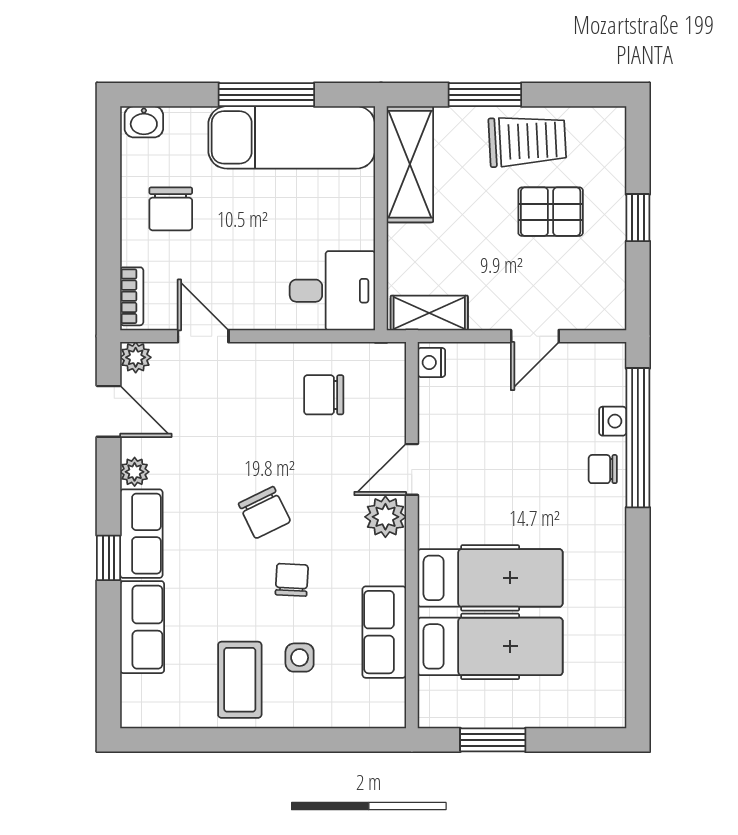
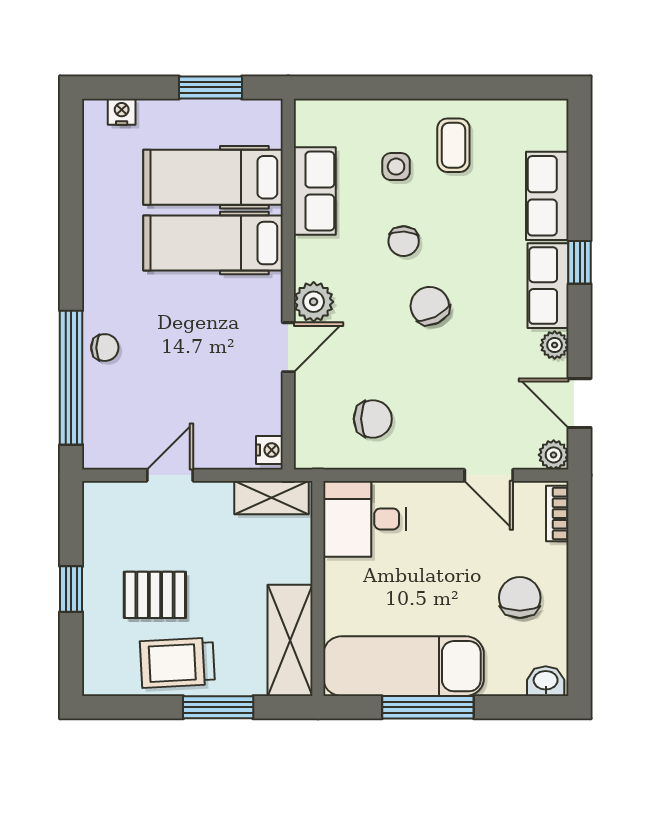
nightstand: (613, 421) -> (122, 112), moved, turned 90
coffee table: (240, 680) -> (453, 145), width x0.73, depth x0.77

